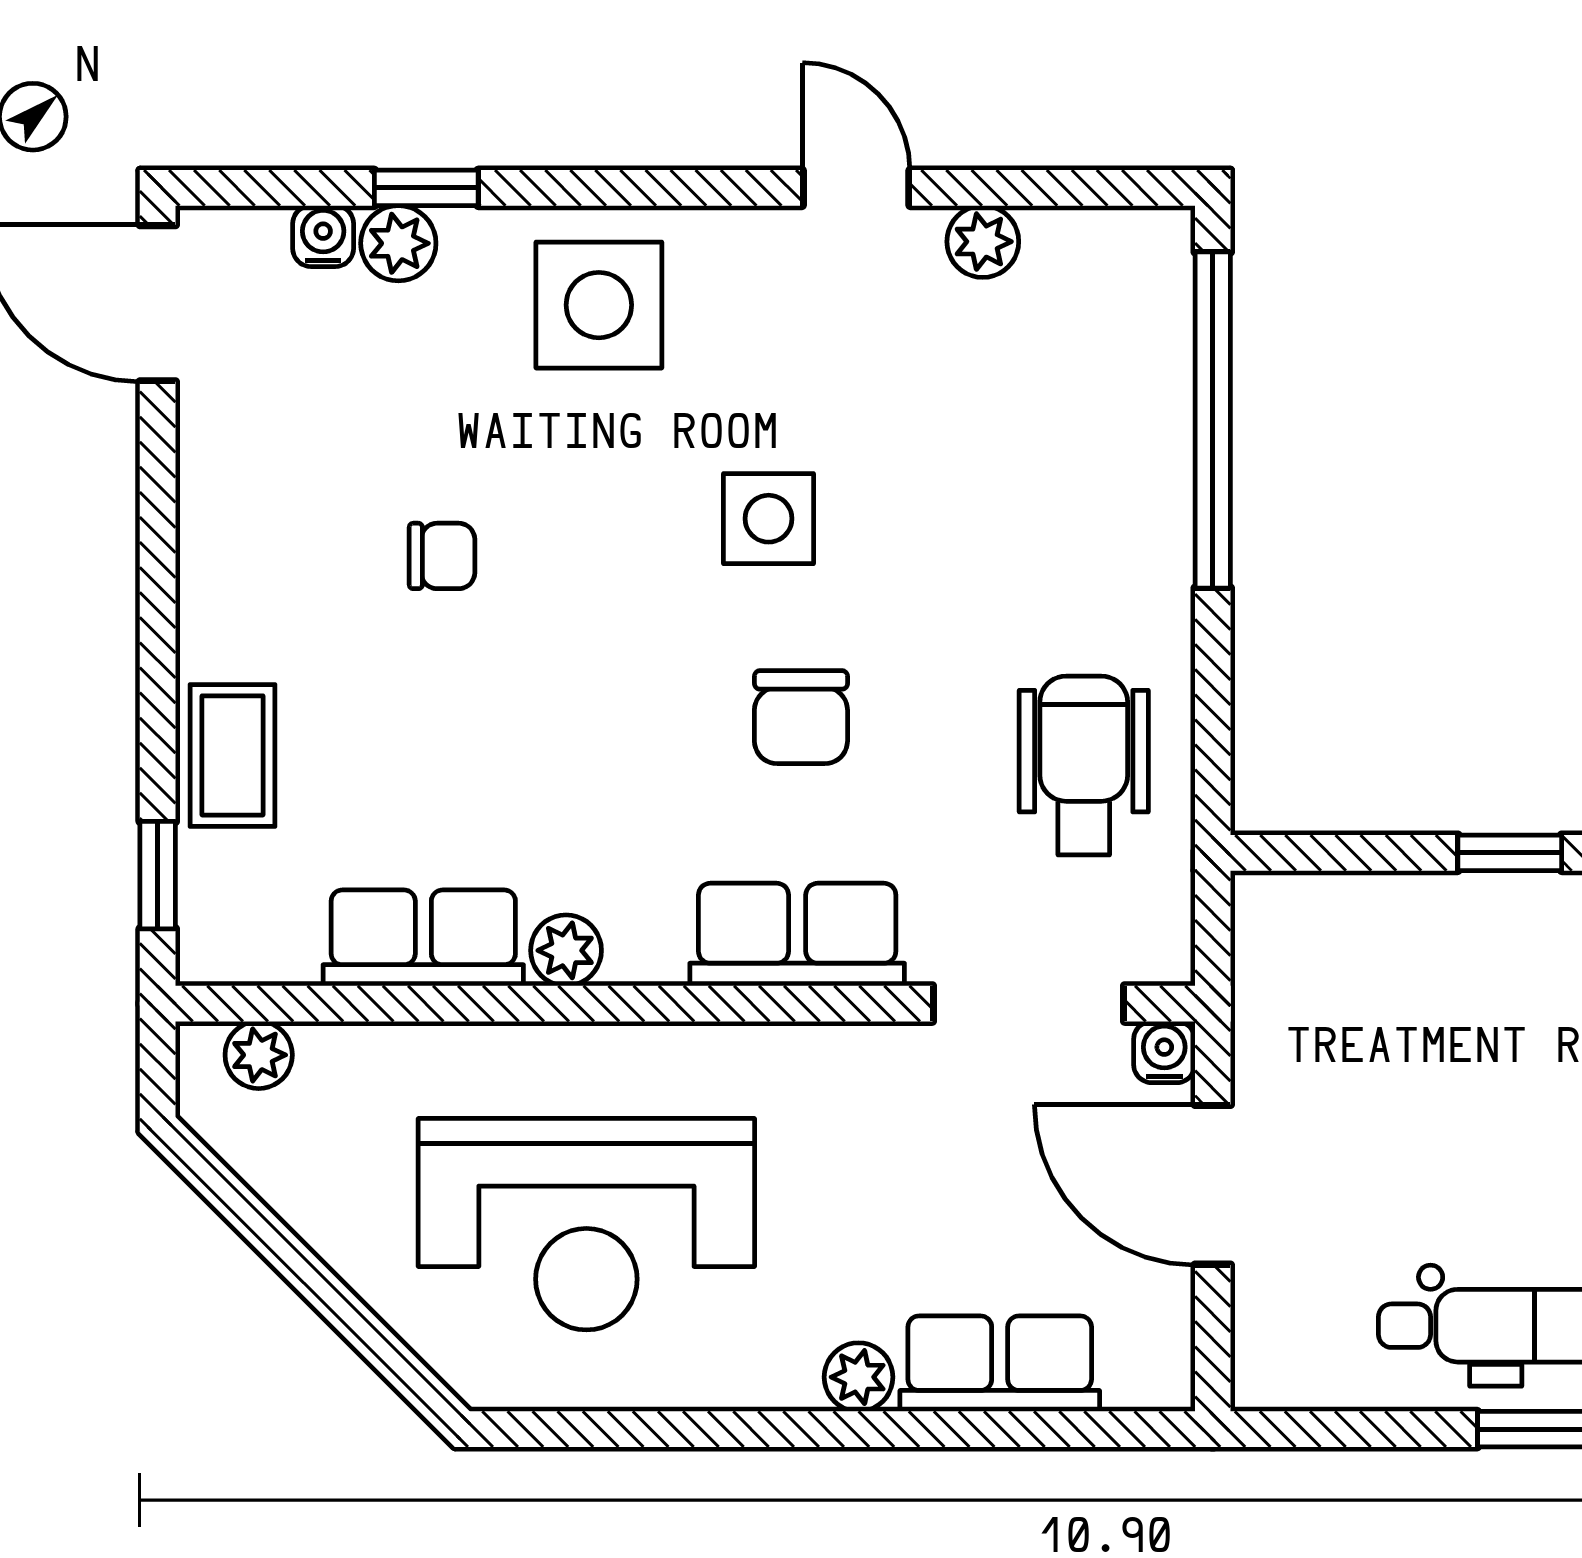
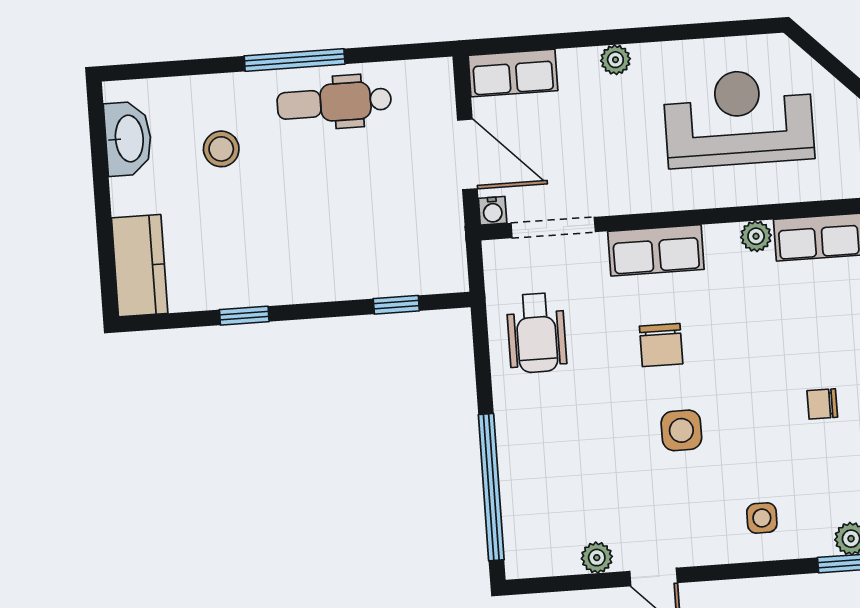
side table: (599, 305) -> (762, 518), width x0.54, depth x0.54
chair: (801, 717) -> (661, 345), turned 180
window: (1510, 853) -> (396, 305), moved
row of seats: (1000, 1364) -> (513, 73), moved

